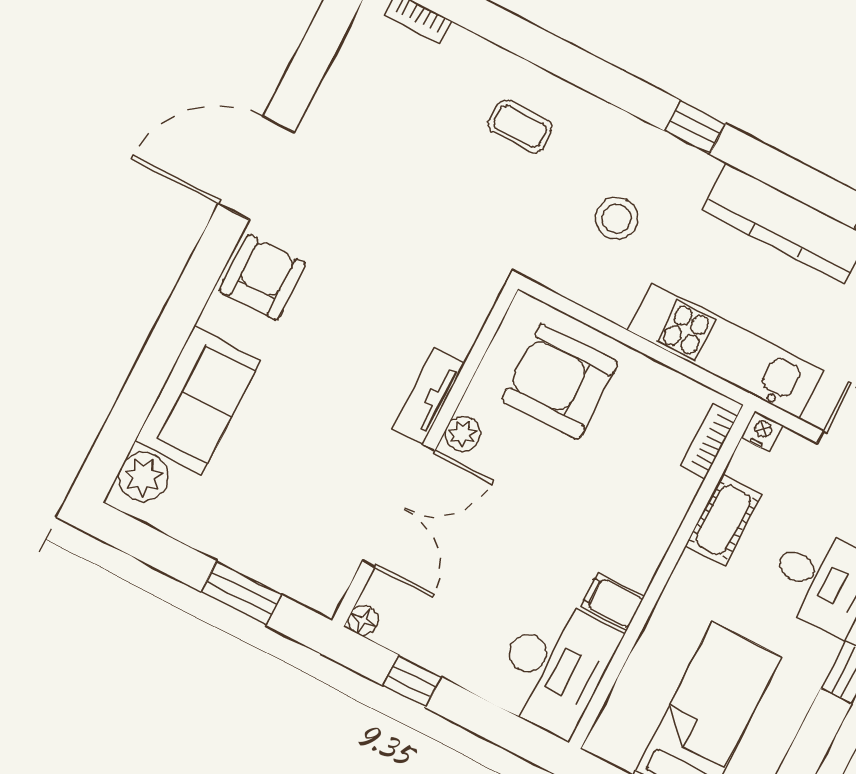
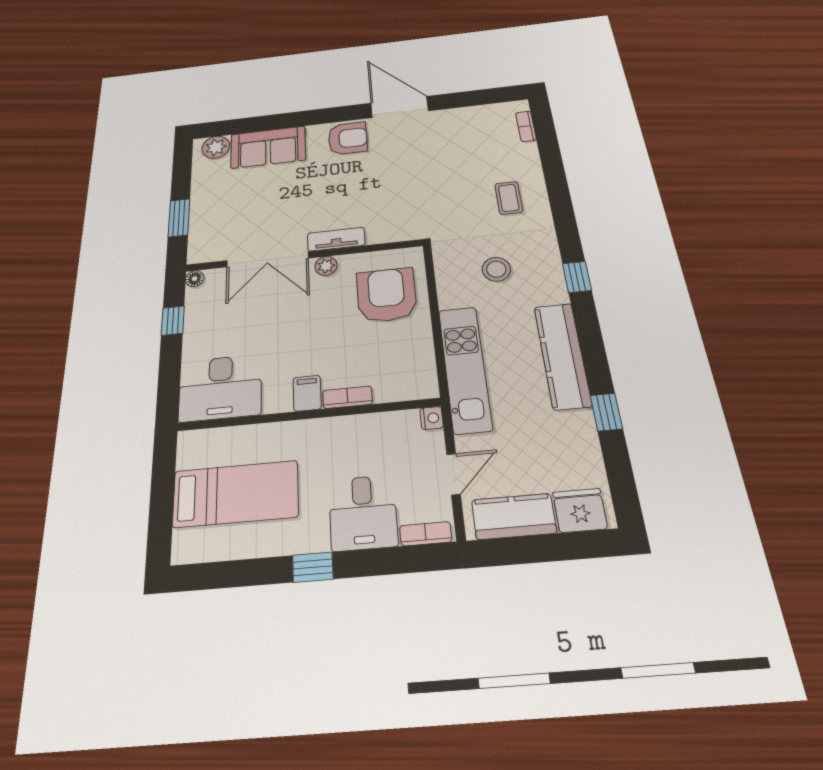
bookcase: (709, 441) -> (347, 397), moved
cot: (723, 520) -> (364, 429), removed
filing cabinet: (612, 602) -> (307, 393), moved

